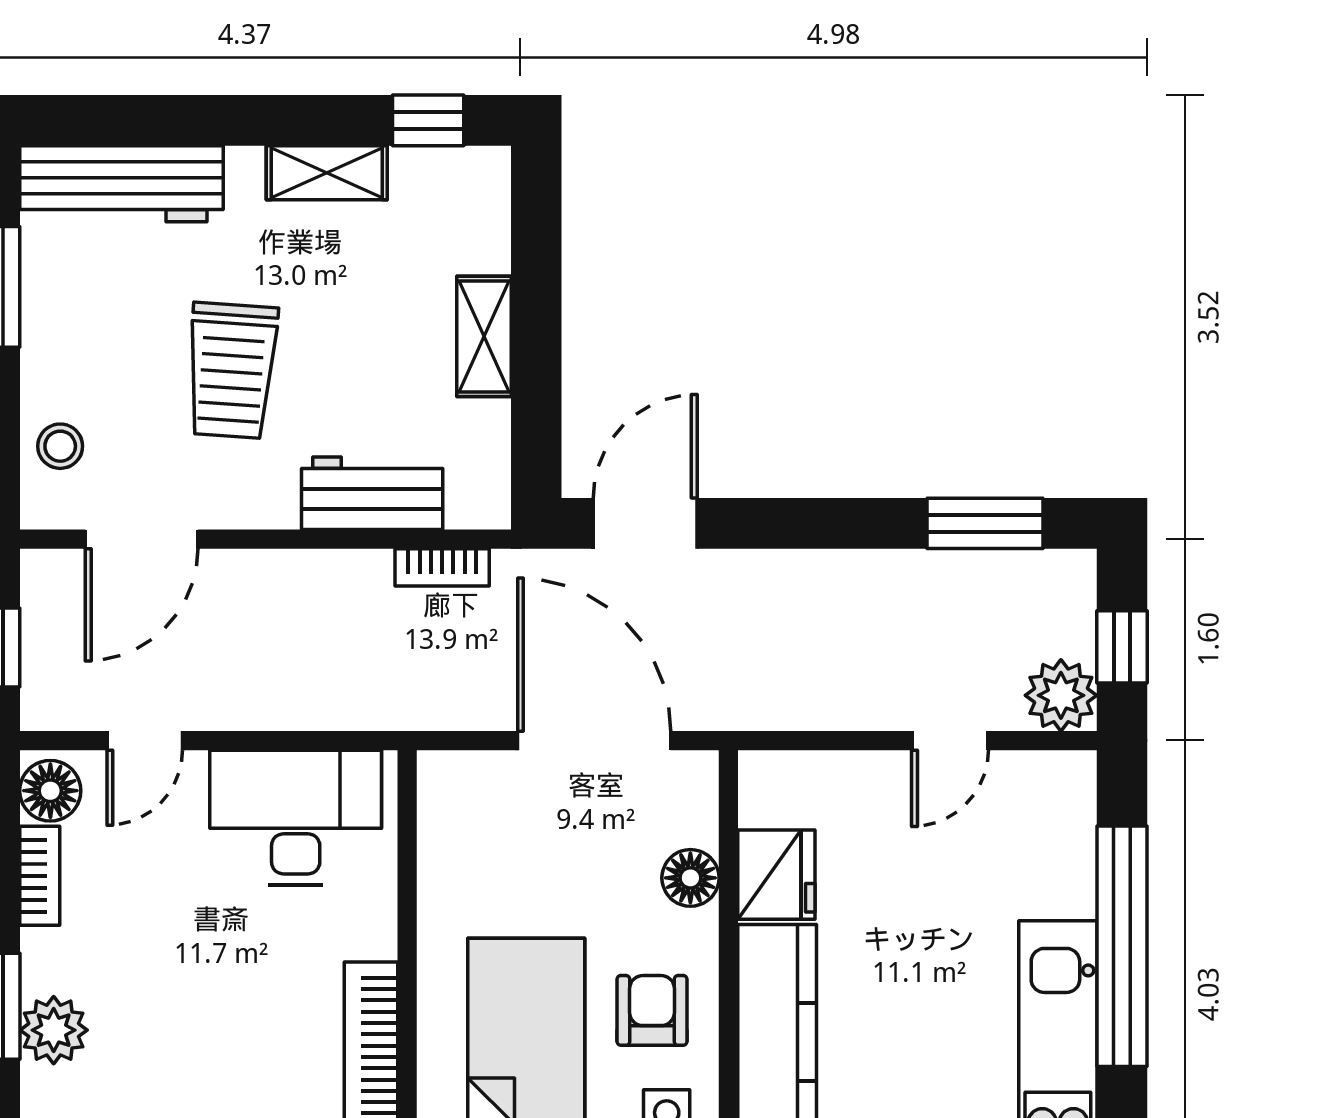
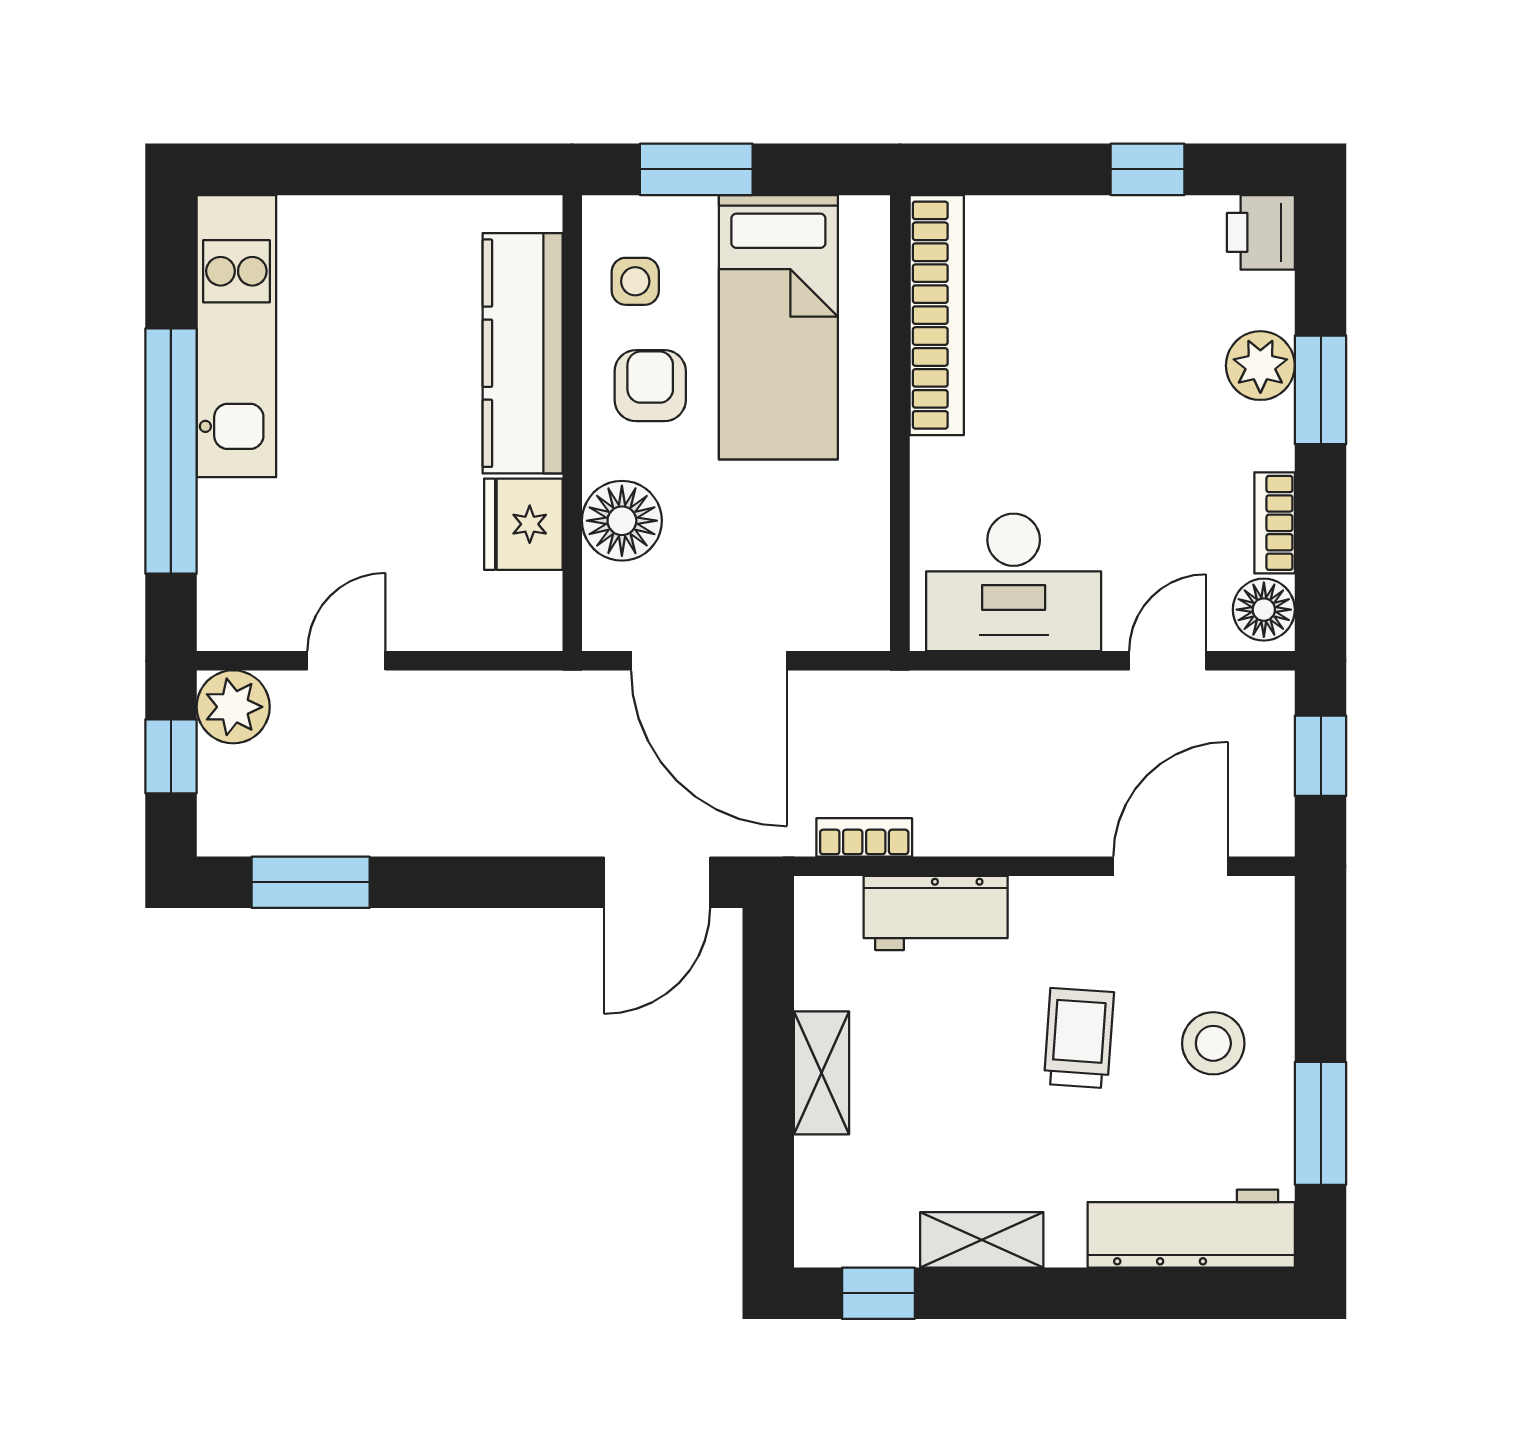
trolley: (232, 371) -> (1079, 1038), width x0.73, depth x0.72
stool: (60, 446) -> (1213, 1043), moved, width x1.37, depth x1.37
floor lamp: (690, 878) -> (622, 521), width x1.38, depth x1.38
armchair: (652, 1010) -> (650, 386), turned 180

